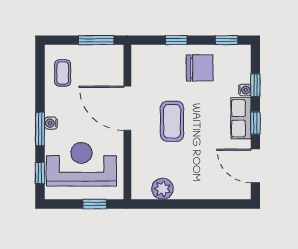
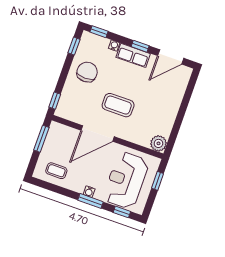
window: (176, 40) -> (55, 101), moved
window: (255, 85) -> (99, 32), moved
plant: (162, 189) -> (158, 143), moved

